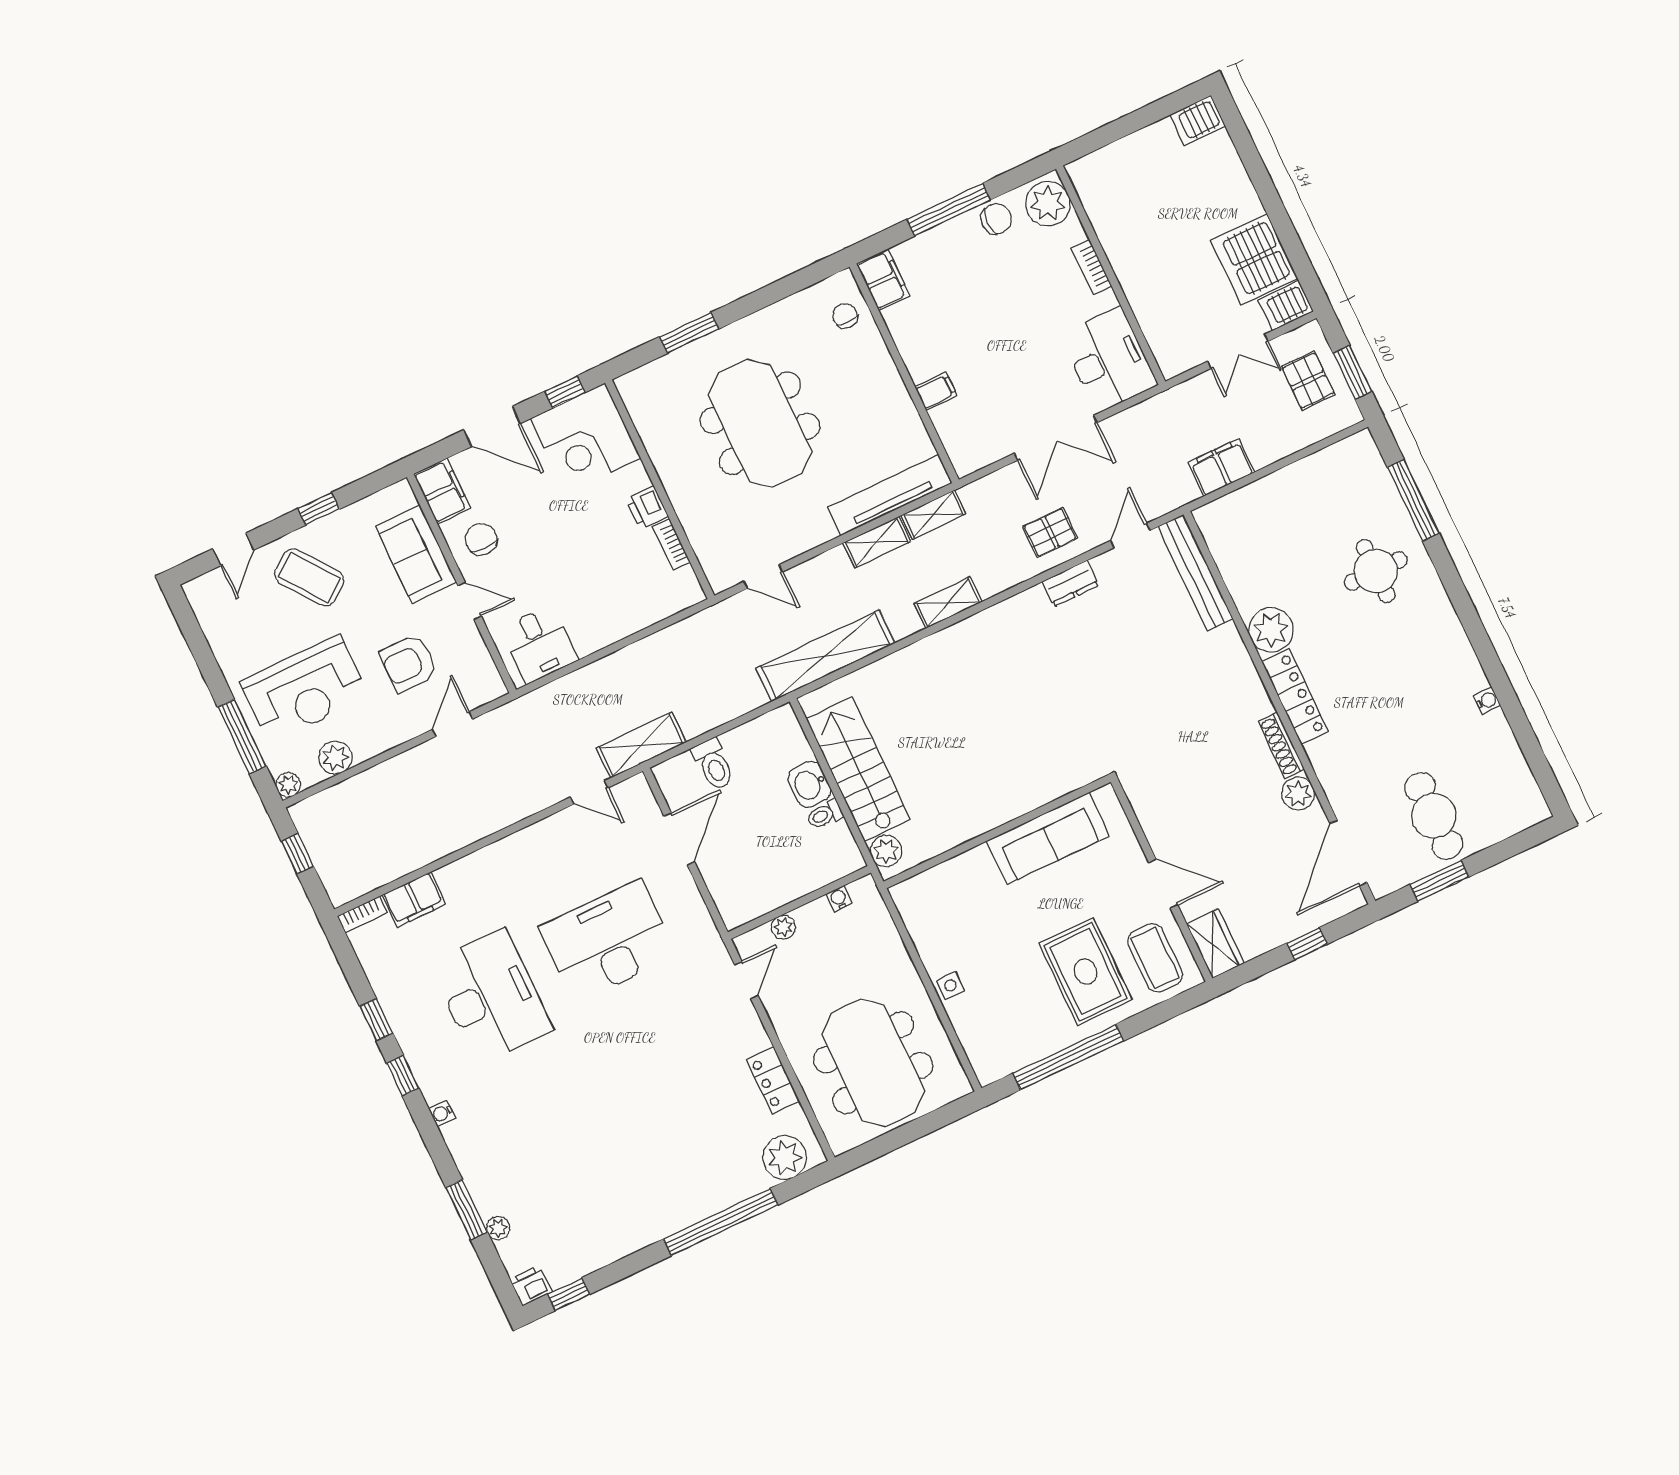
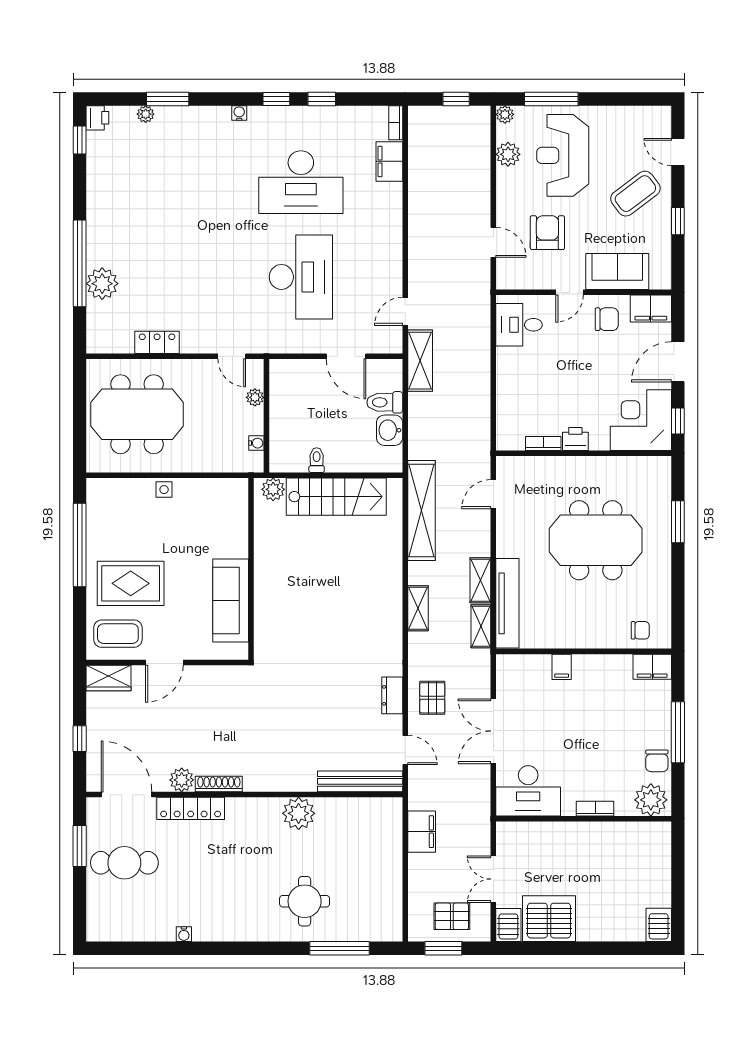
locker: (1295, 697) -> (191, 808), moved
washbasin: (810, 784) -> (390, 430), moved, turned -90
plant: (785, 1158) -> (102, 284), moved

